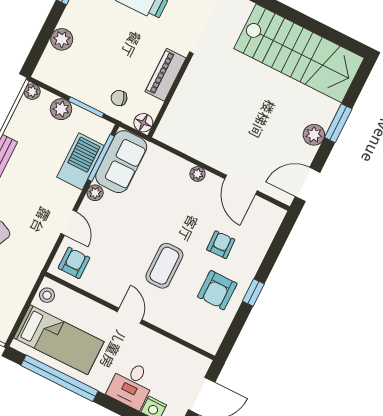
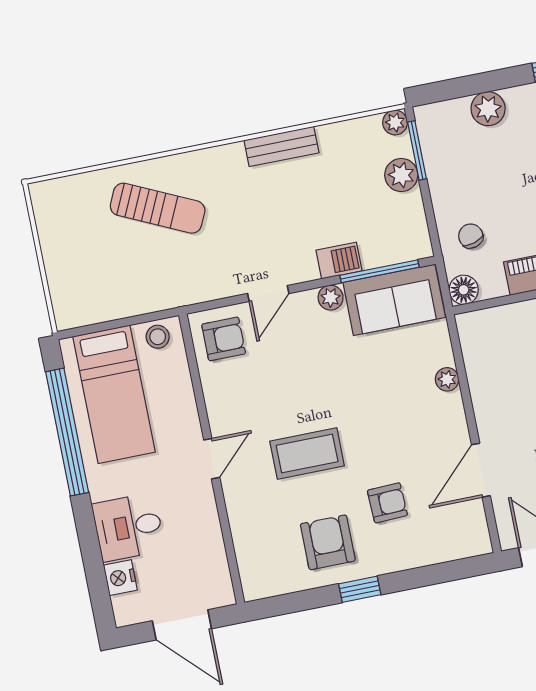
window: (86, 107) -> (417, 150), moved
barbecue: (80, 161) -> (339, 261), width x0.53, depth x0.65
plant: (197, 174) -> (447, 379), moved
armchair: (217, 290) -> (328, 542), turned 90

